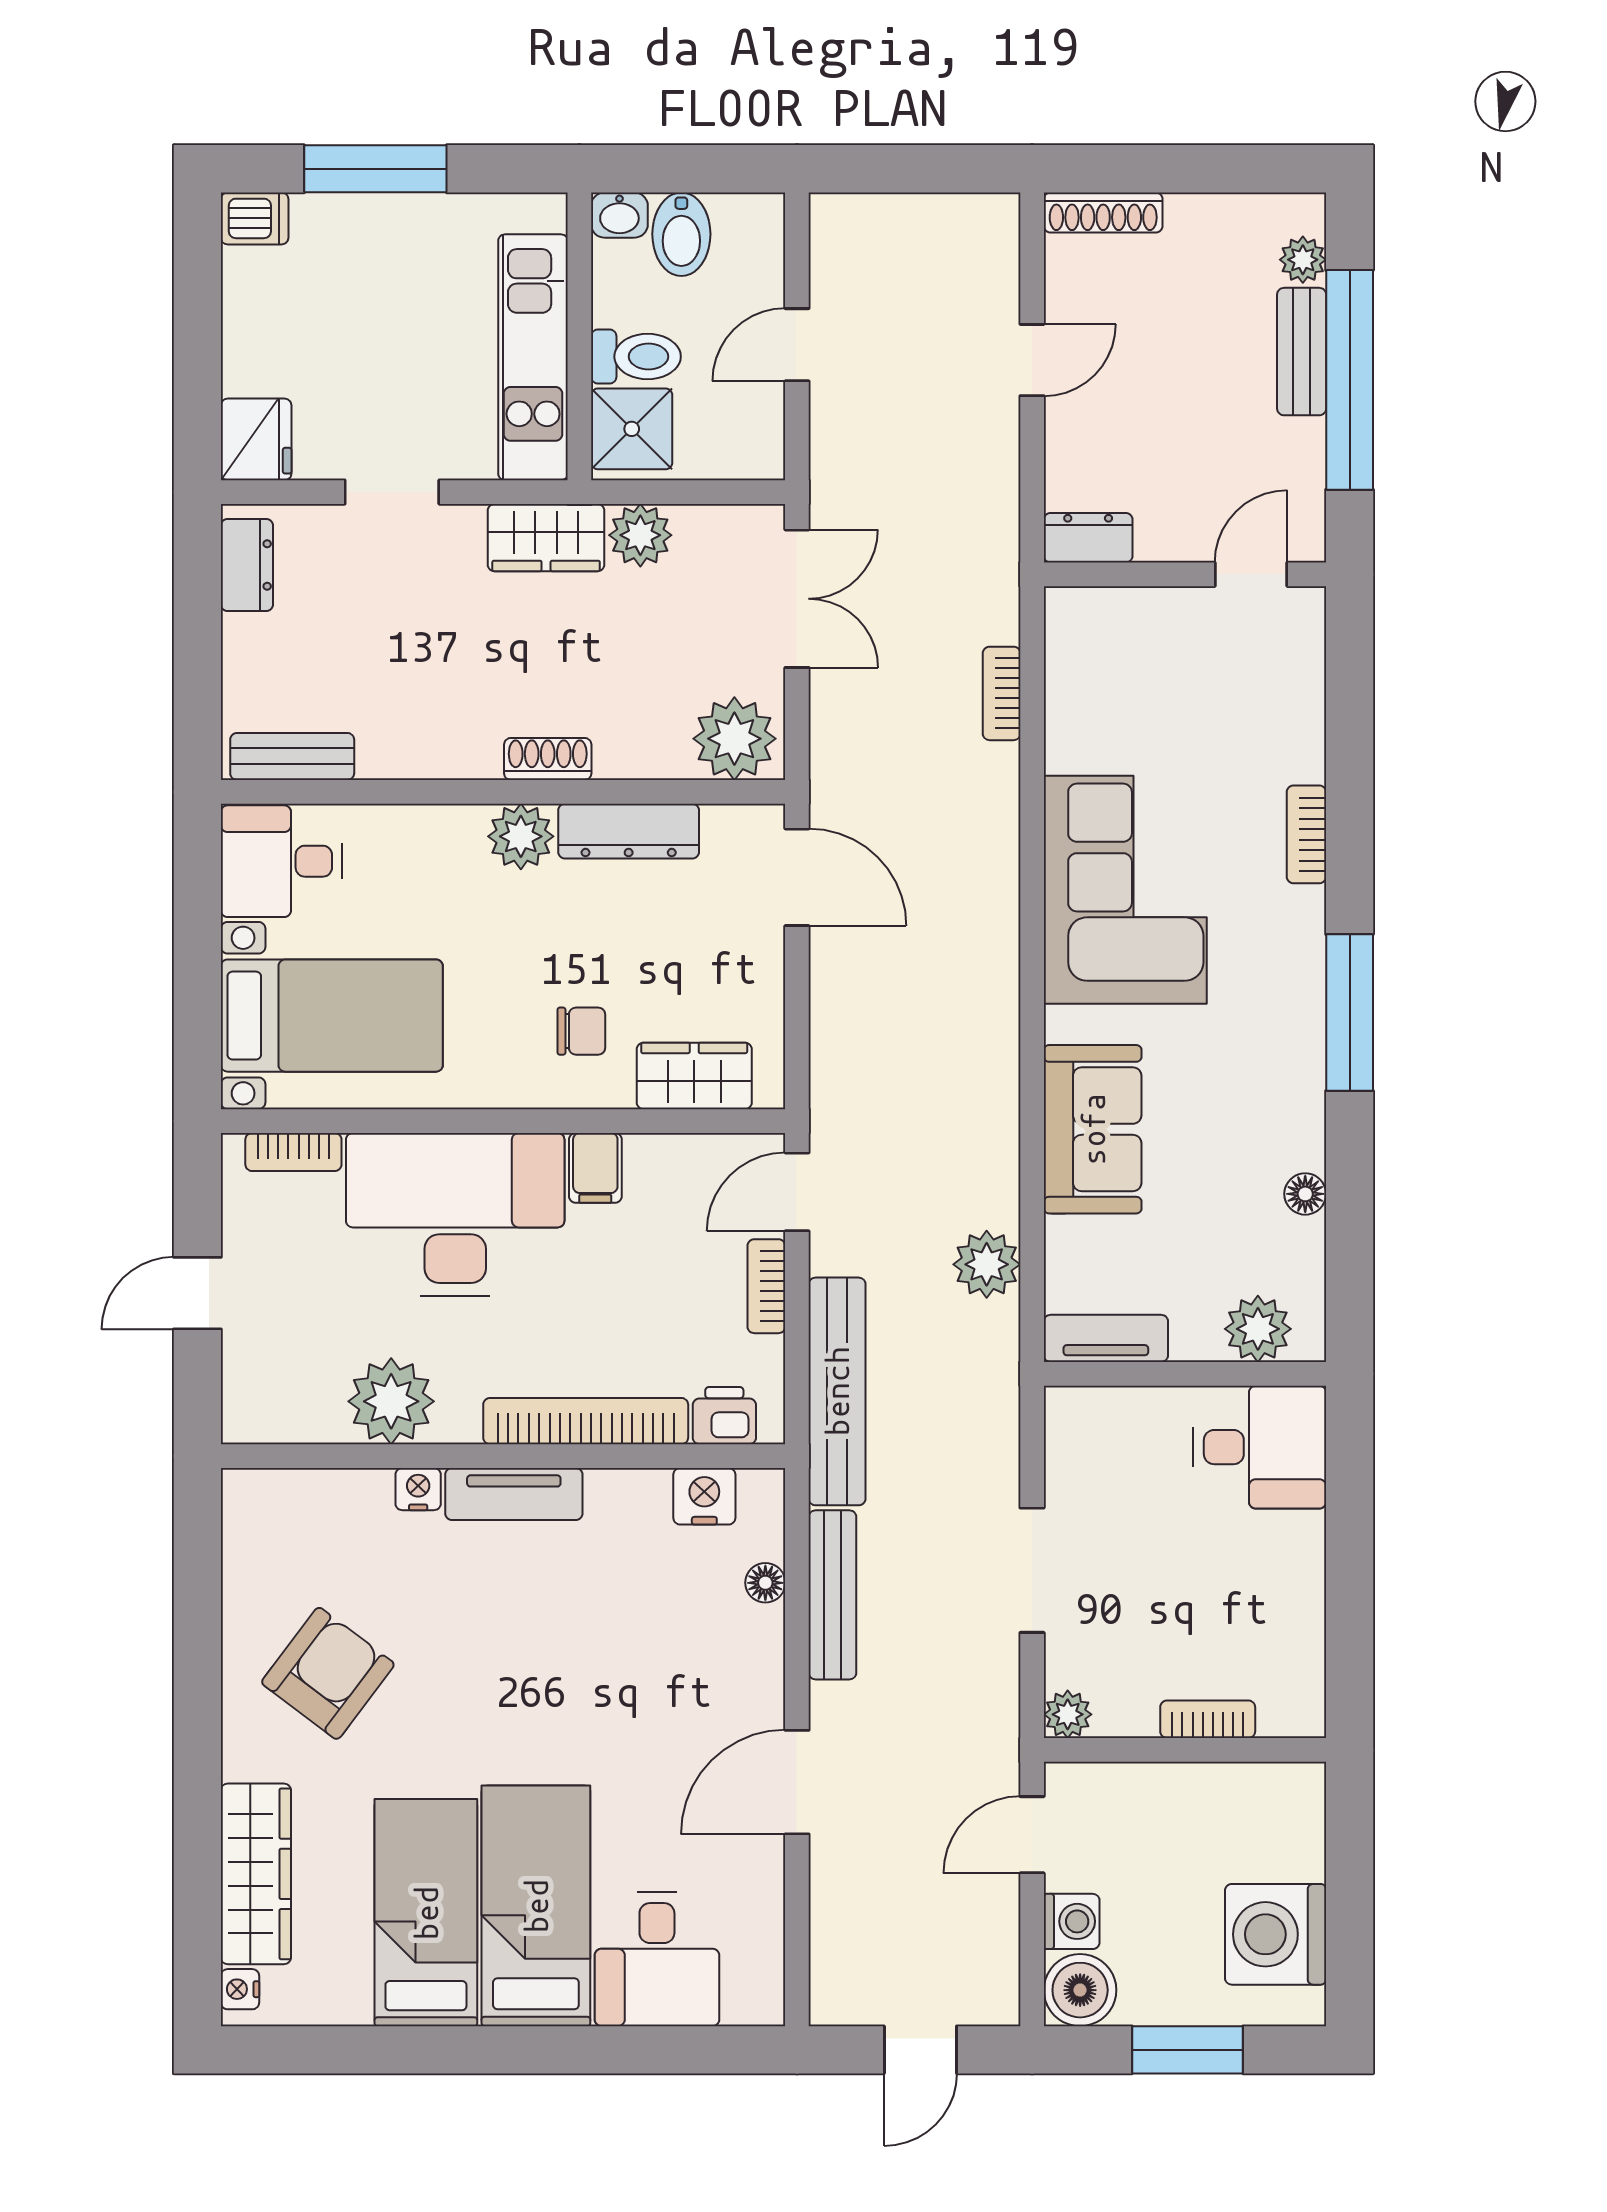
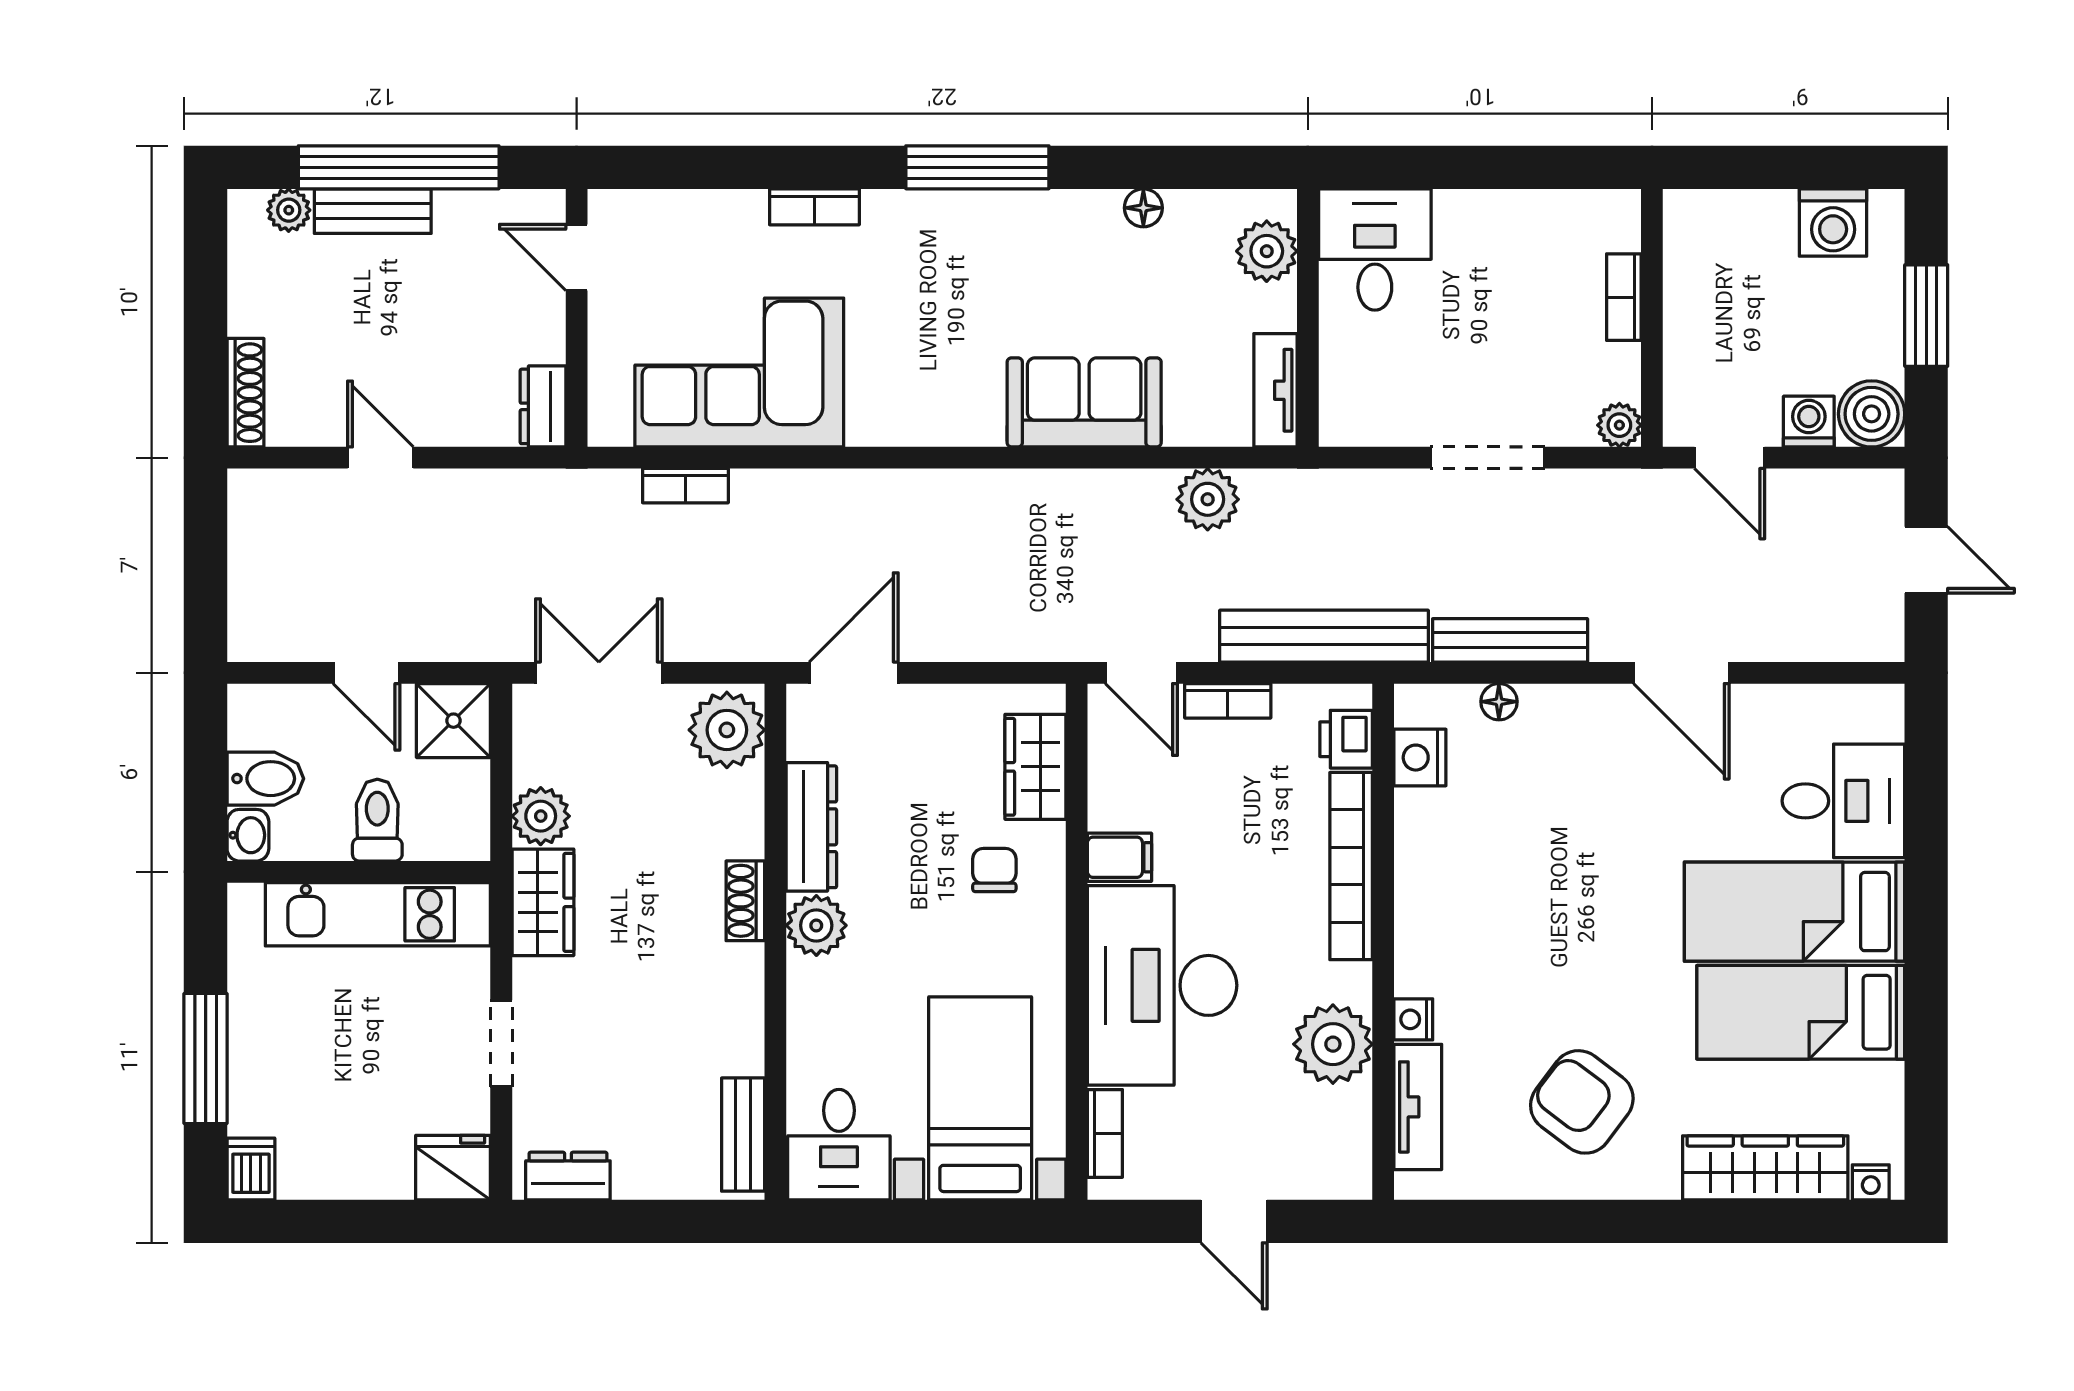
shower: (632, 429) -> (453, 721), moved
corner sofa: (1125, 890) -> (739, 372), moved
tv unit: (514, 1494) -> (1418, 1107), moved
washing machine: (1276, 1934) -> (1833, 223), width x0.73, depth x0.73

